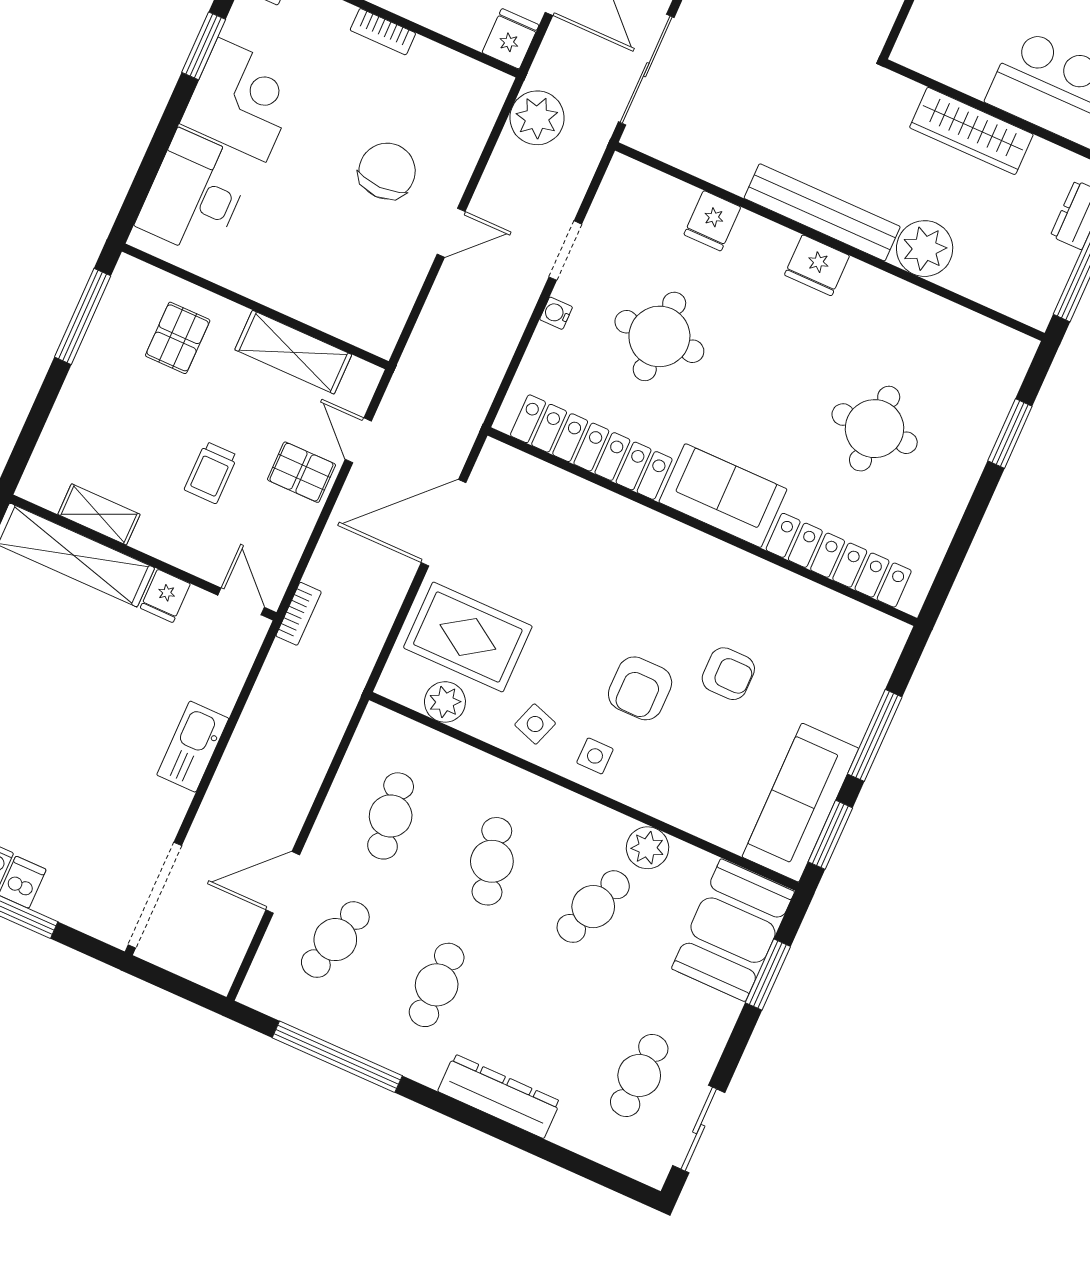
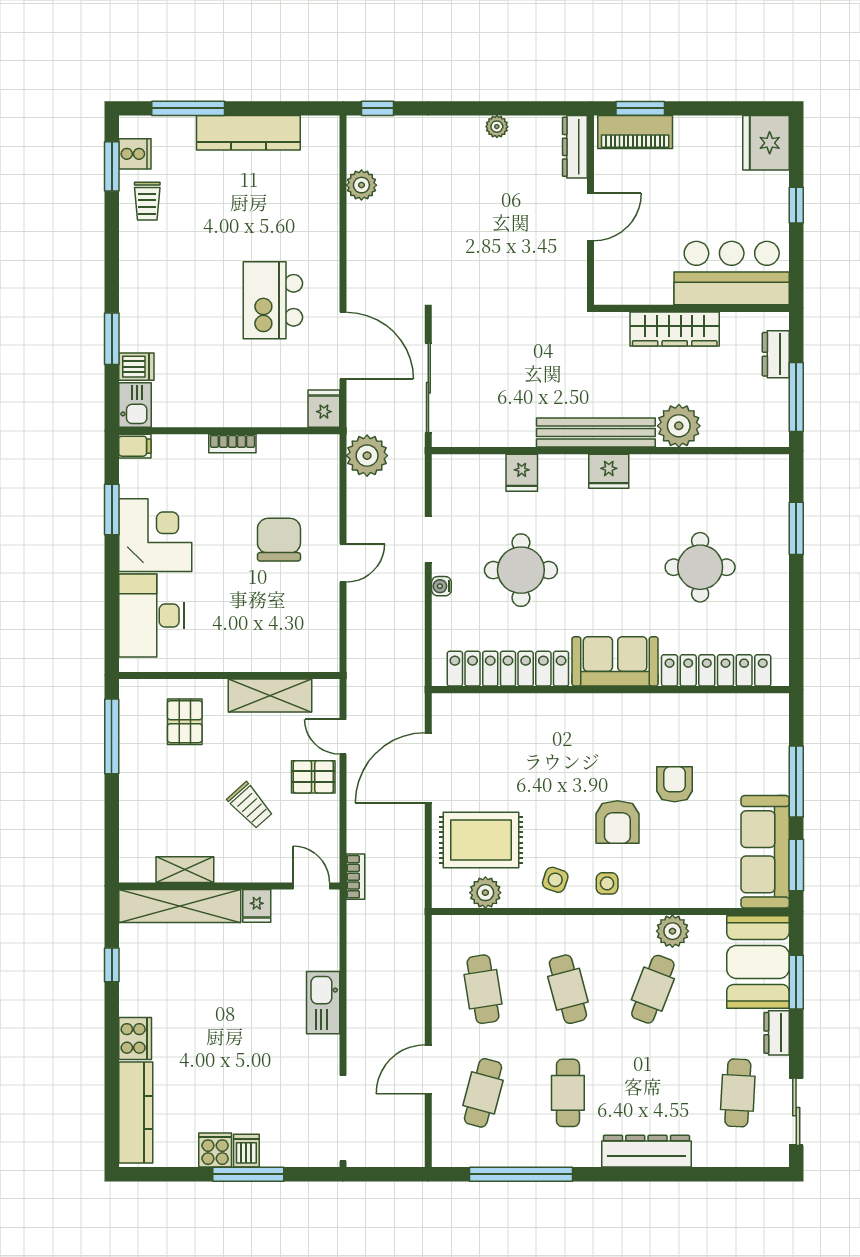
trolley: (211, 473) -> (250, 805), turned -42
armchair: (728, 674) -> (675, 784), turned -90
dresser: (717, 1025) -> (777, 1033), added

